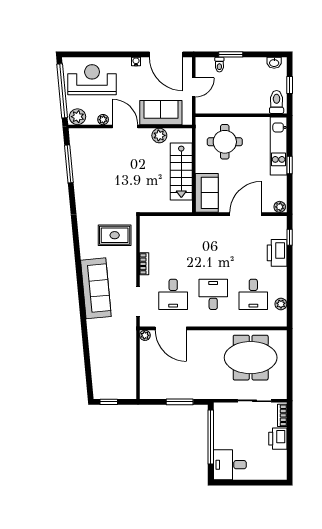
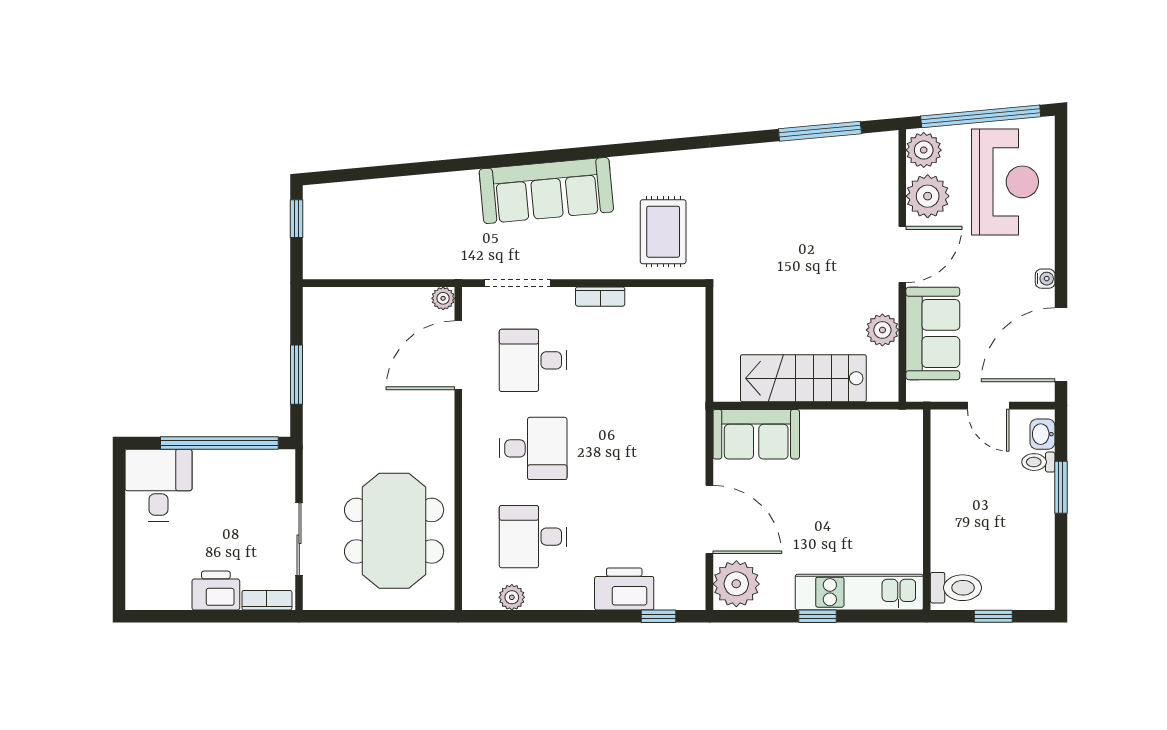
washbasin: (274, 63) -> (1042, 434), moved
plant: (103, 120) -> (928, 196), width x1.87, depth x1.87
round table: (225, 142) -> (869, 474), removed
plant: (280, 207) -> (736, 584), width x1.87, depth x1.87

